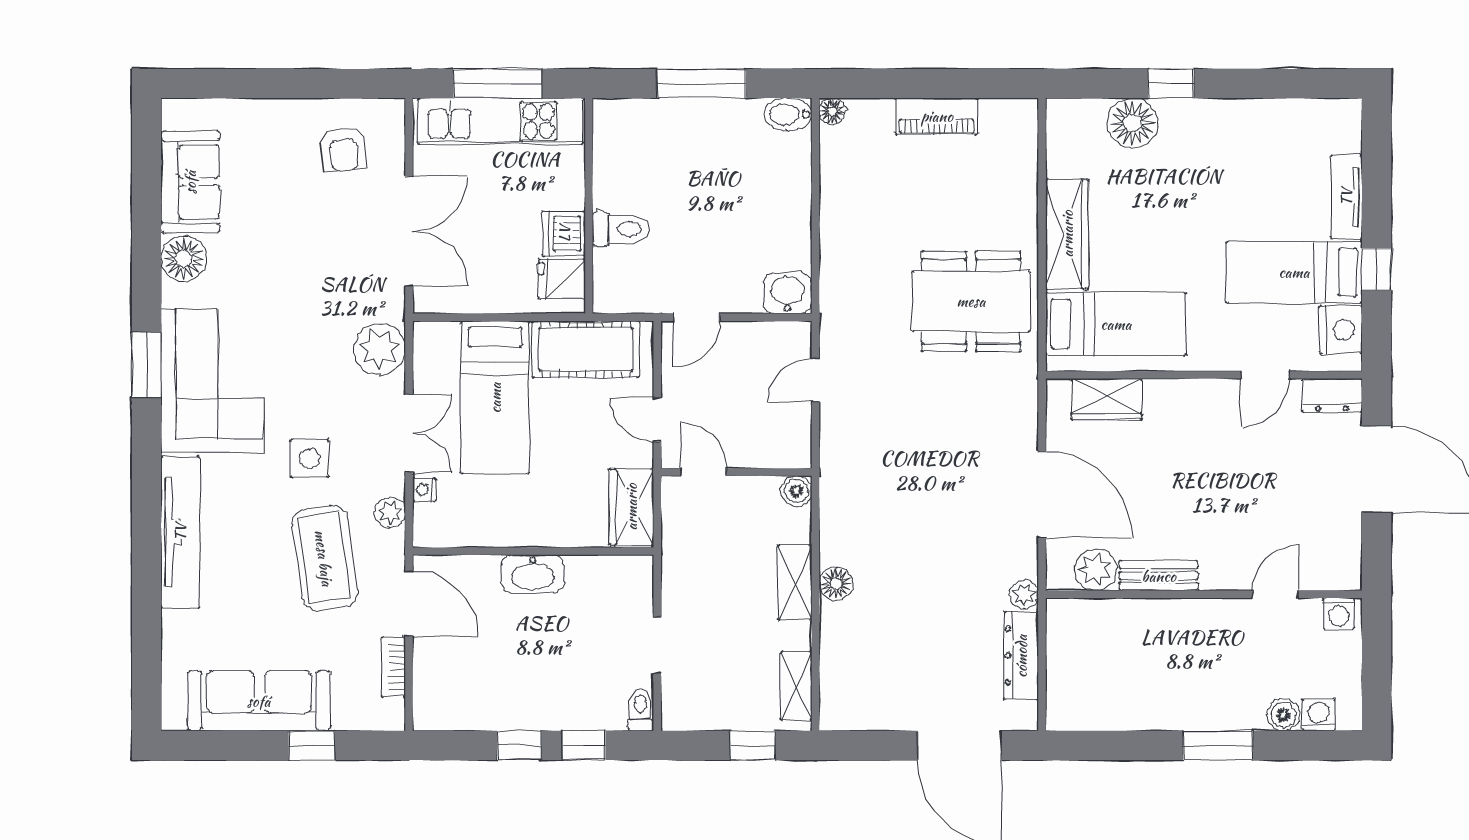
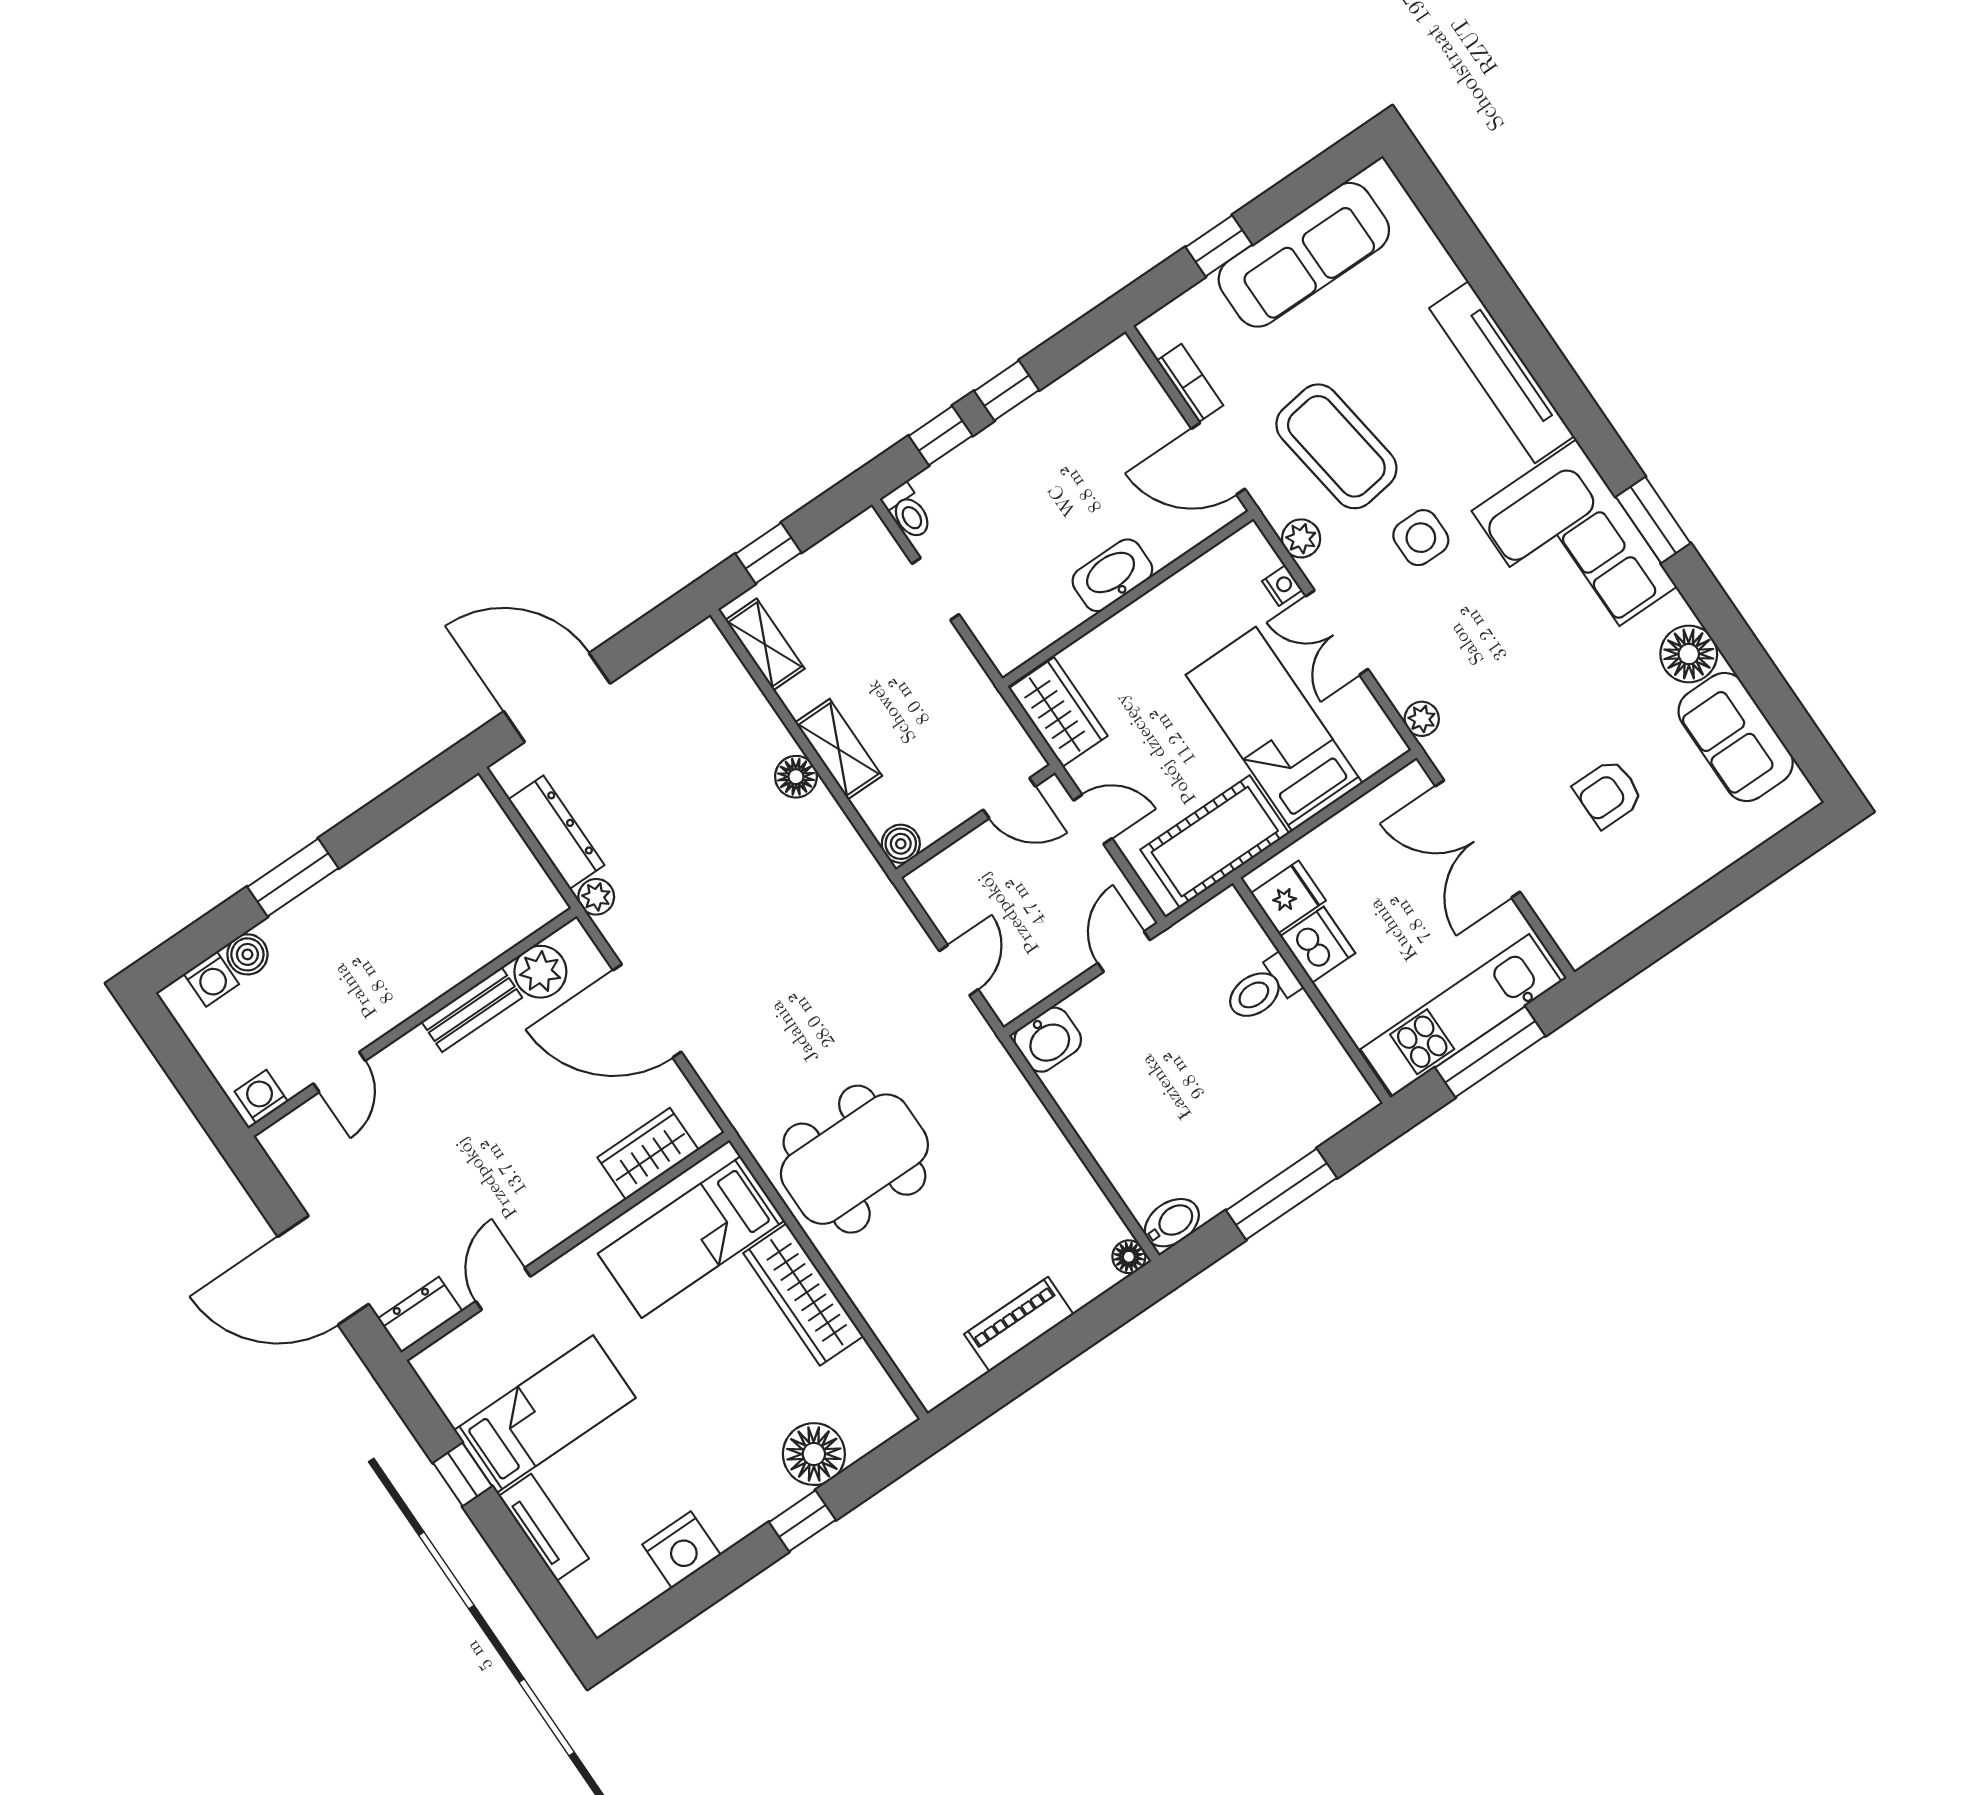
armchair: (343, 149) -> (1608, 794), moved, turned -84
nightstand: (1341, 330) -> (681, 1550), moved, turned -90
plant: (379, 349) -> (1422, 719), width x0.53, depth x0.53

